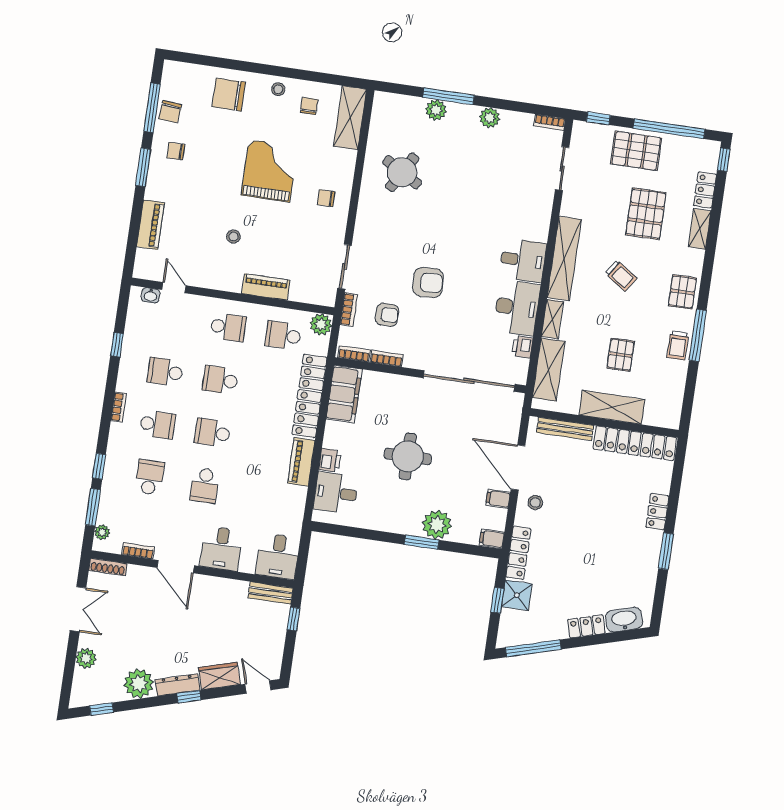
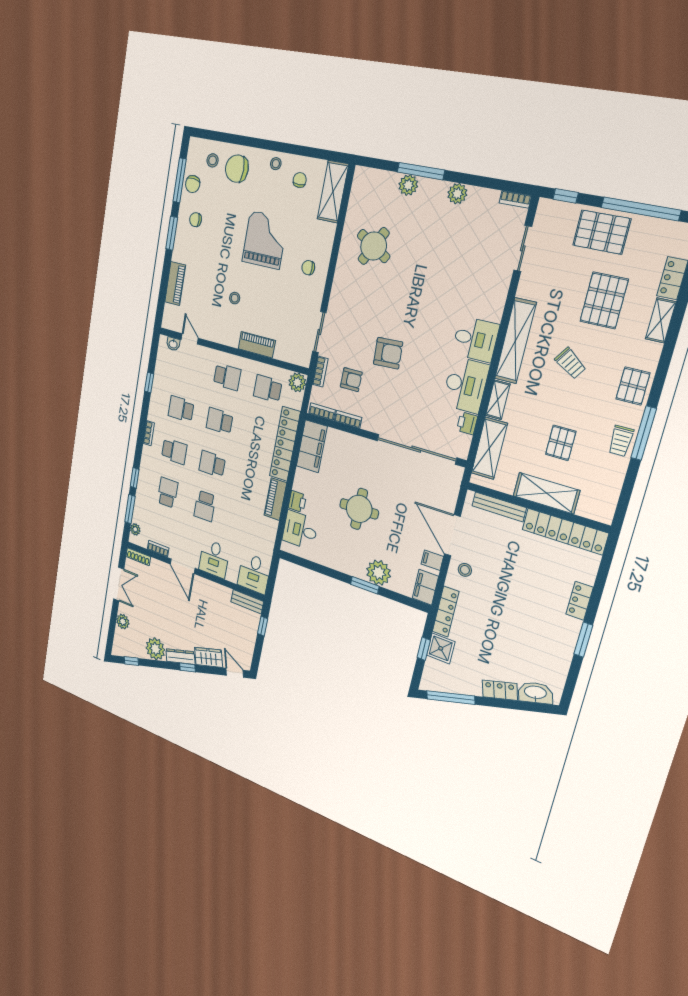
stool: (196, 86) -> (213, 160), added
filing cabinet: (492, 539) -> (425, 587), width x2.00

